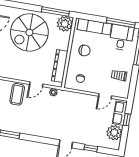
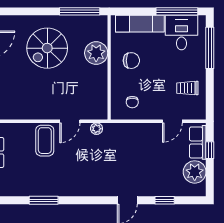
plant: (65, 24) -> (96, 53), moved
spiral stairs: (29, 32) -> (47, 48), width x0.73, depth x0.73
dresser: (60, 66) -> (99, 89), removed

